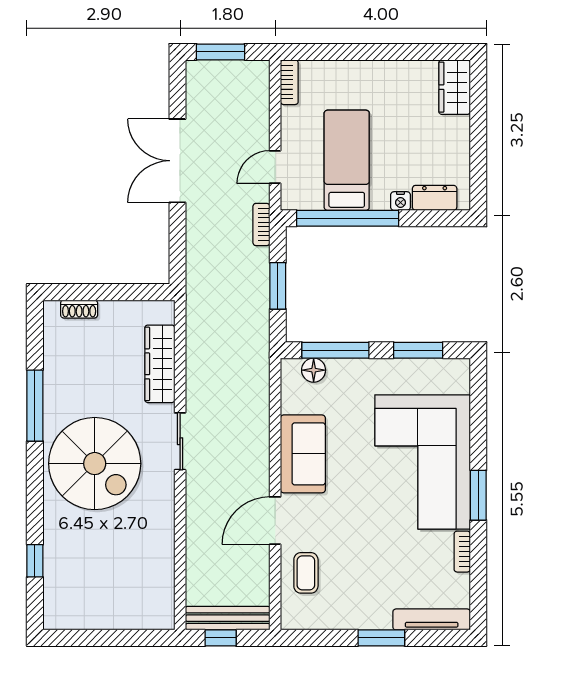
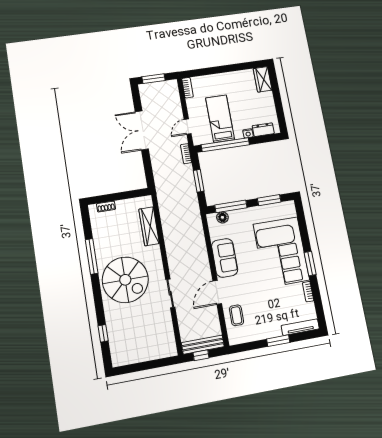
sliding door: (180, 441) -> (170, 293), moved

